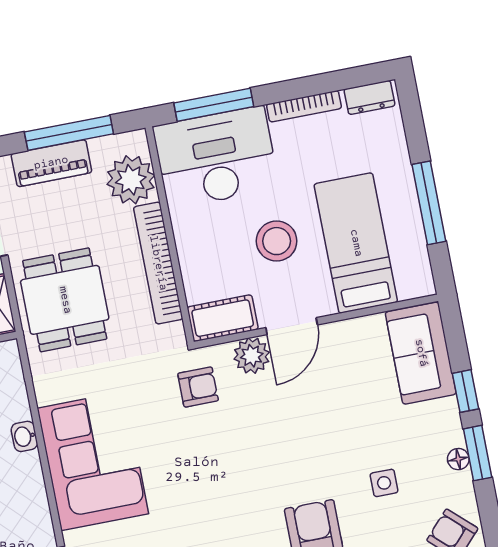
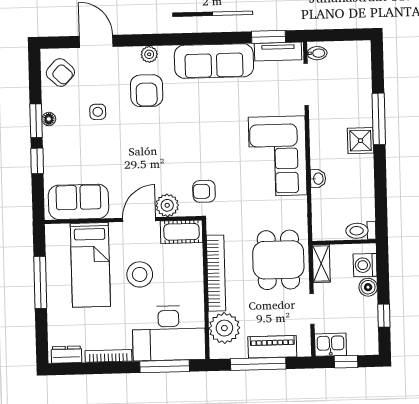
sofa: (421, 353) -> (78, 202), moved, turned -90

